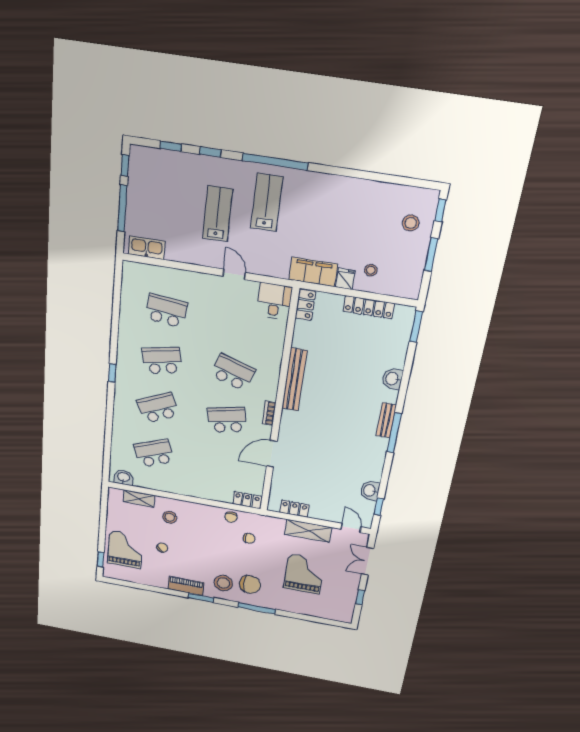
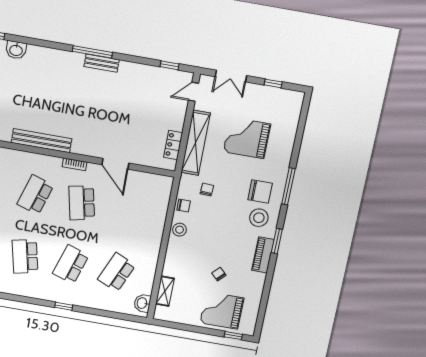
window: (112, 373) -> (64, 306), moved
washbasin: (392, 379) -> (16, 50), moved
school desk: (158, 408) -> (71, 264), turned 42
bench: (386, 420) -> (102, 63), moved
school desk: (154, 453) -> (117, 272), turned 45
washbasin: (370, 491) -> (152, 74), removed
locker: (247, 500) -> (165, 189), removed
stool: (170, 517) -> (180, 230), moved
shelving: (308, 531) -> (196, 143), width x1.47
chair: (250, 584) -> (260, 192), turned 90

